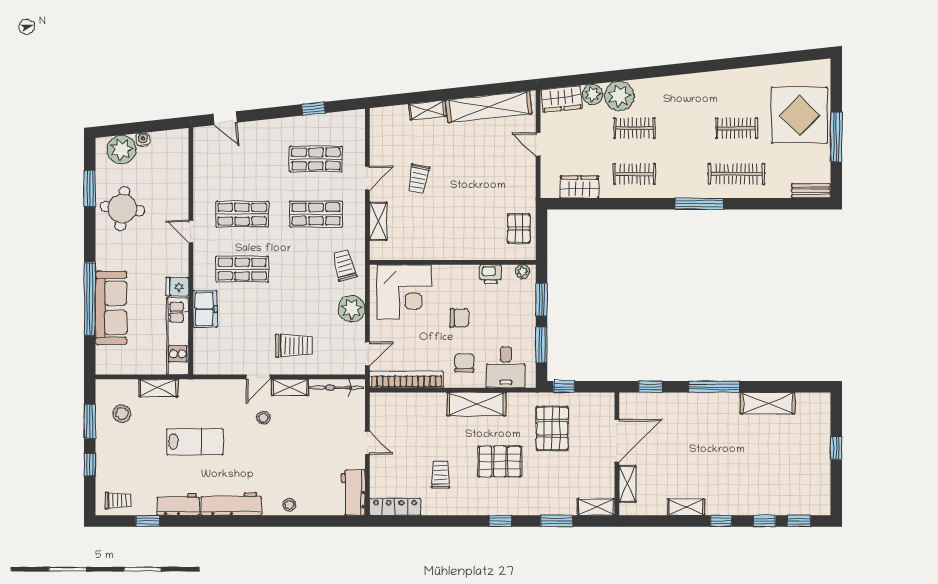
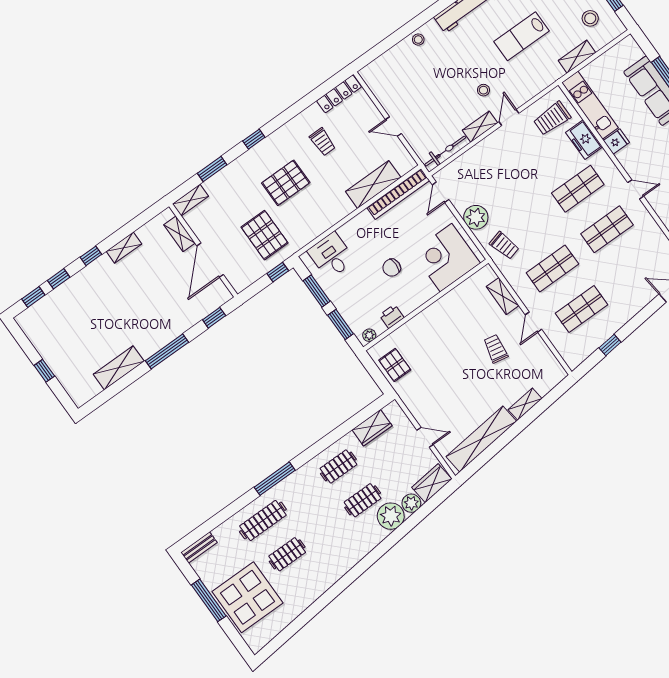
trolley: (294, 346) -> (552, 118), moved
chair: (464, 363) -> (364, 237), removed
shelving: (476, 404) -> (373, 184), moved
workbench: (353, 493) -> (378, 82), removed

